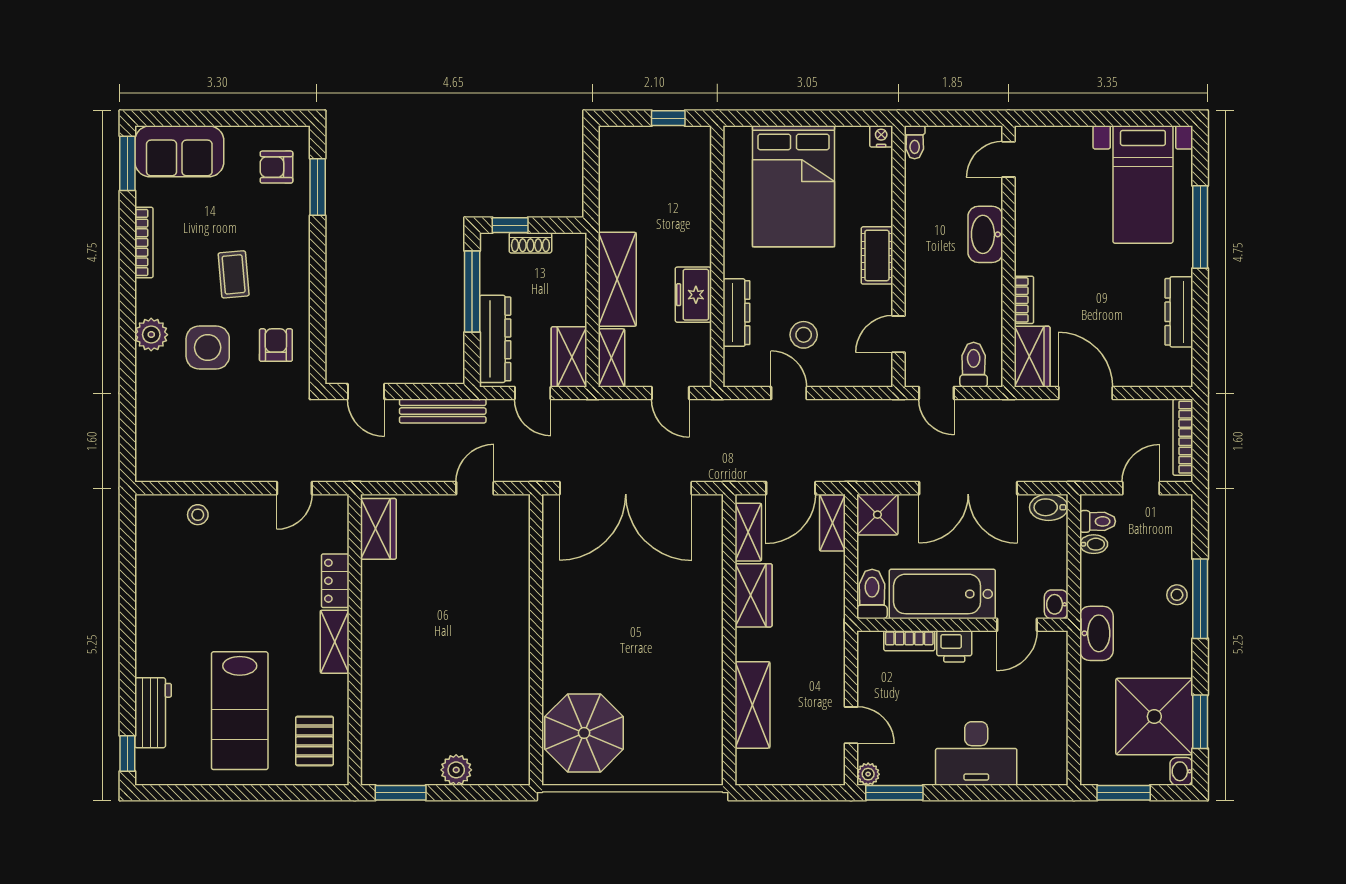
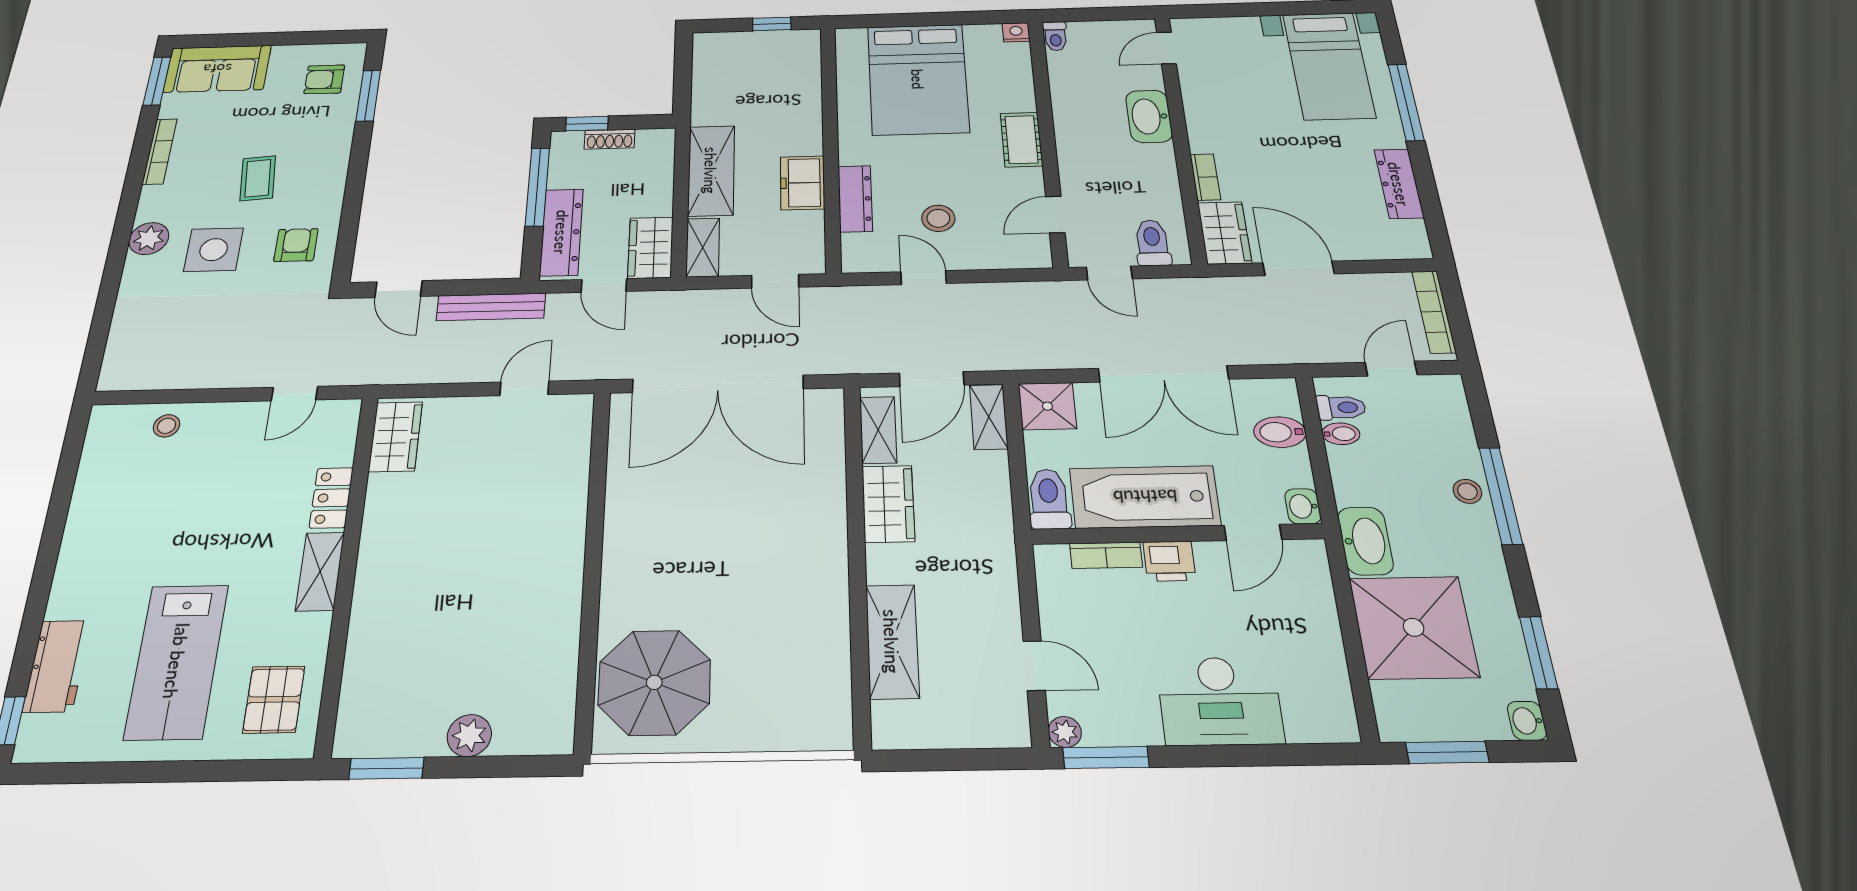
bidet: (1049, 507) -> (1280, 432), moved
shower: (1154, 717) -> (1414, 627), moved

